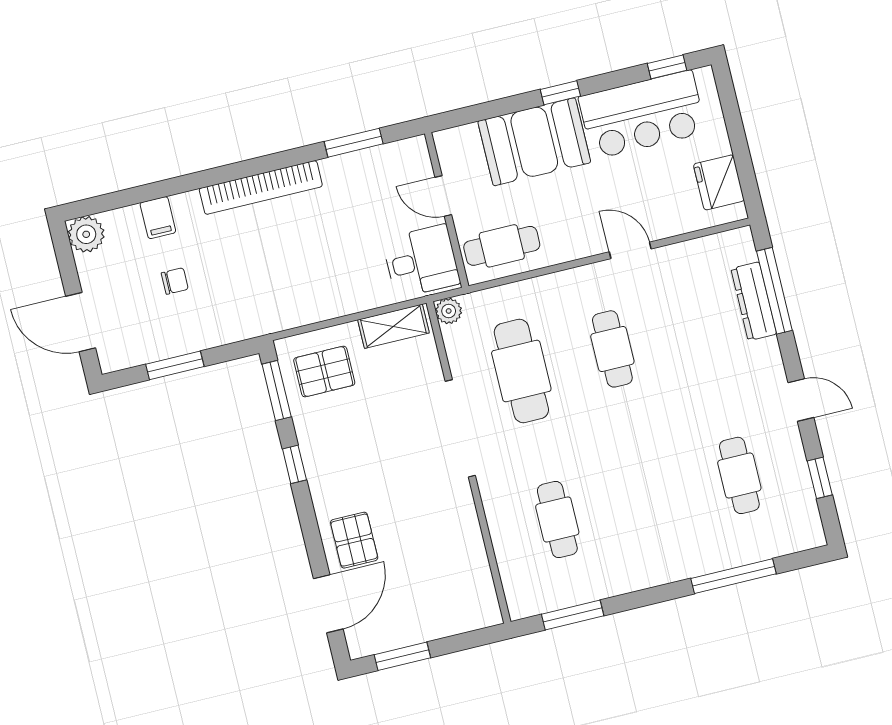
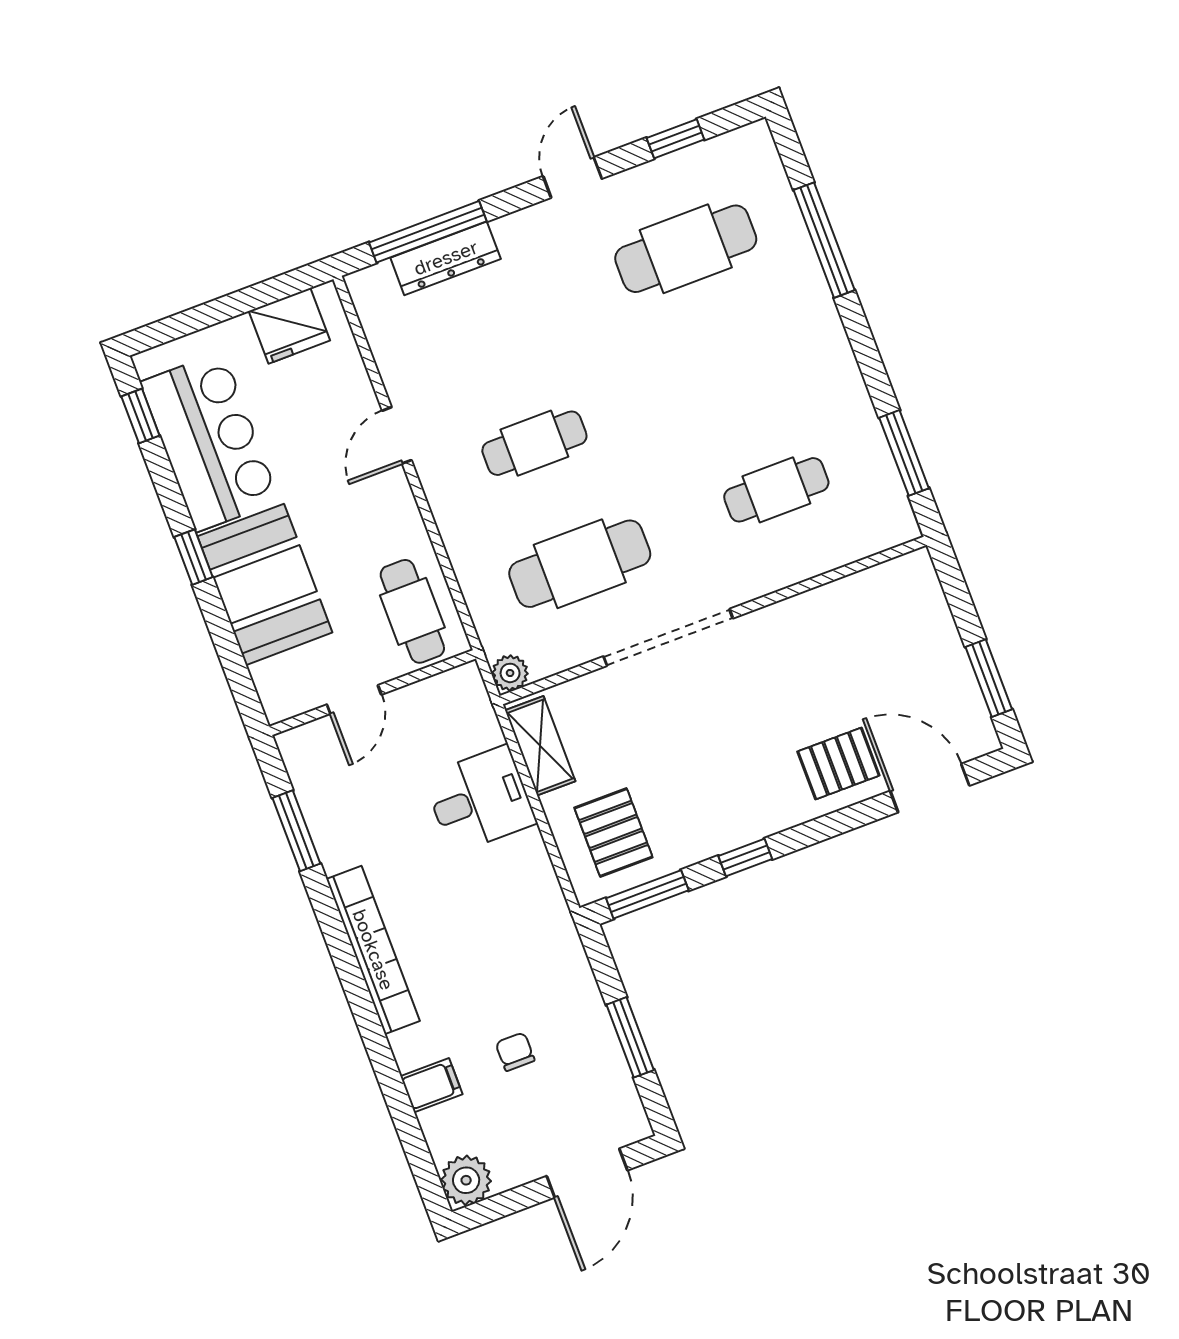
desk: (421, 261) -> (480, 800), moved, turned 90
cafe table: (739, 475) -> (686, 249), width x1.37, depth x1.35

